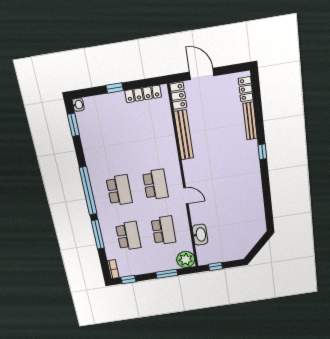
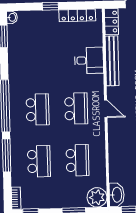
desk: (161, 137) -> (89, 60), added
door: (186, 196) -> (106, 109), moved
washbasin: (200, 235) -> (117, 195), moved

